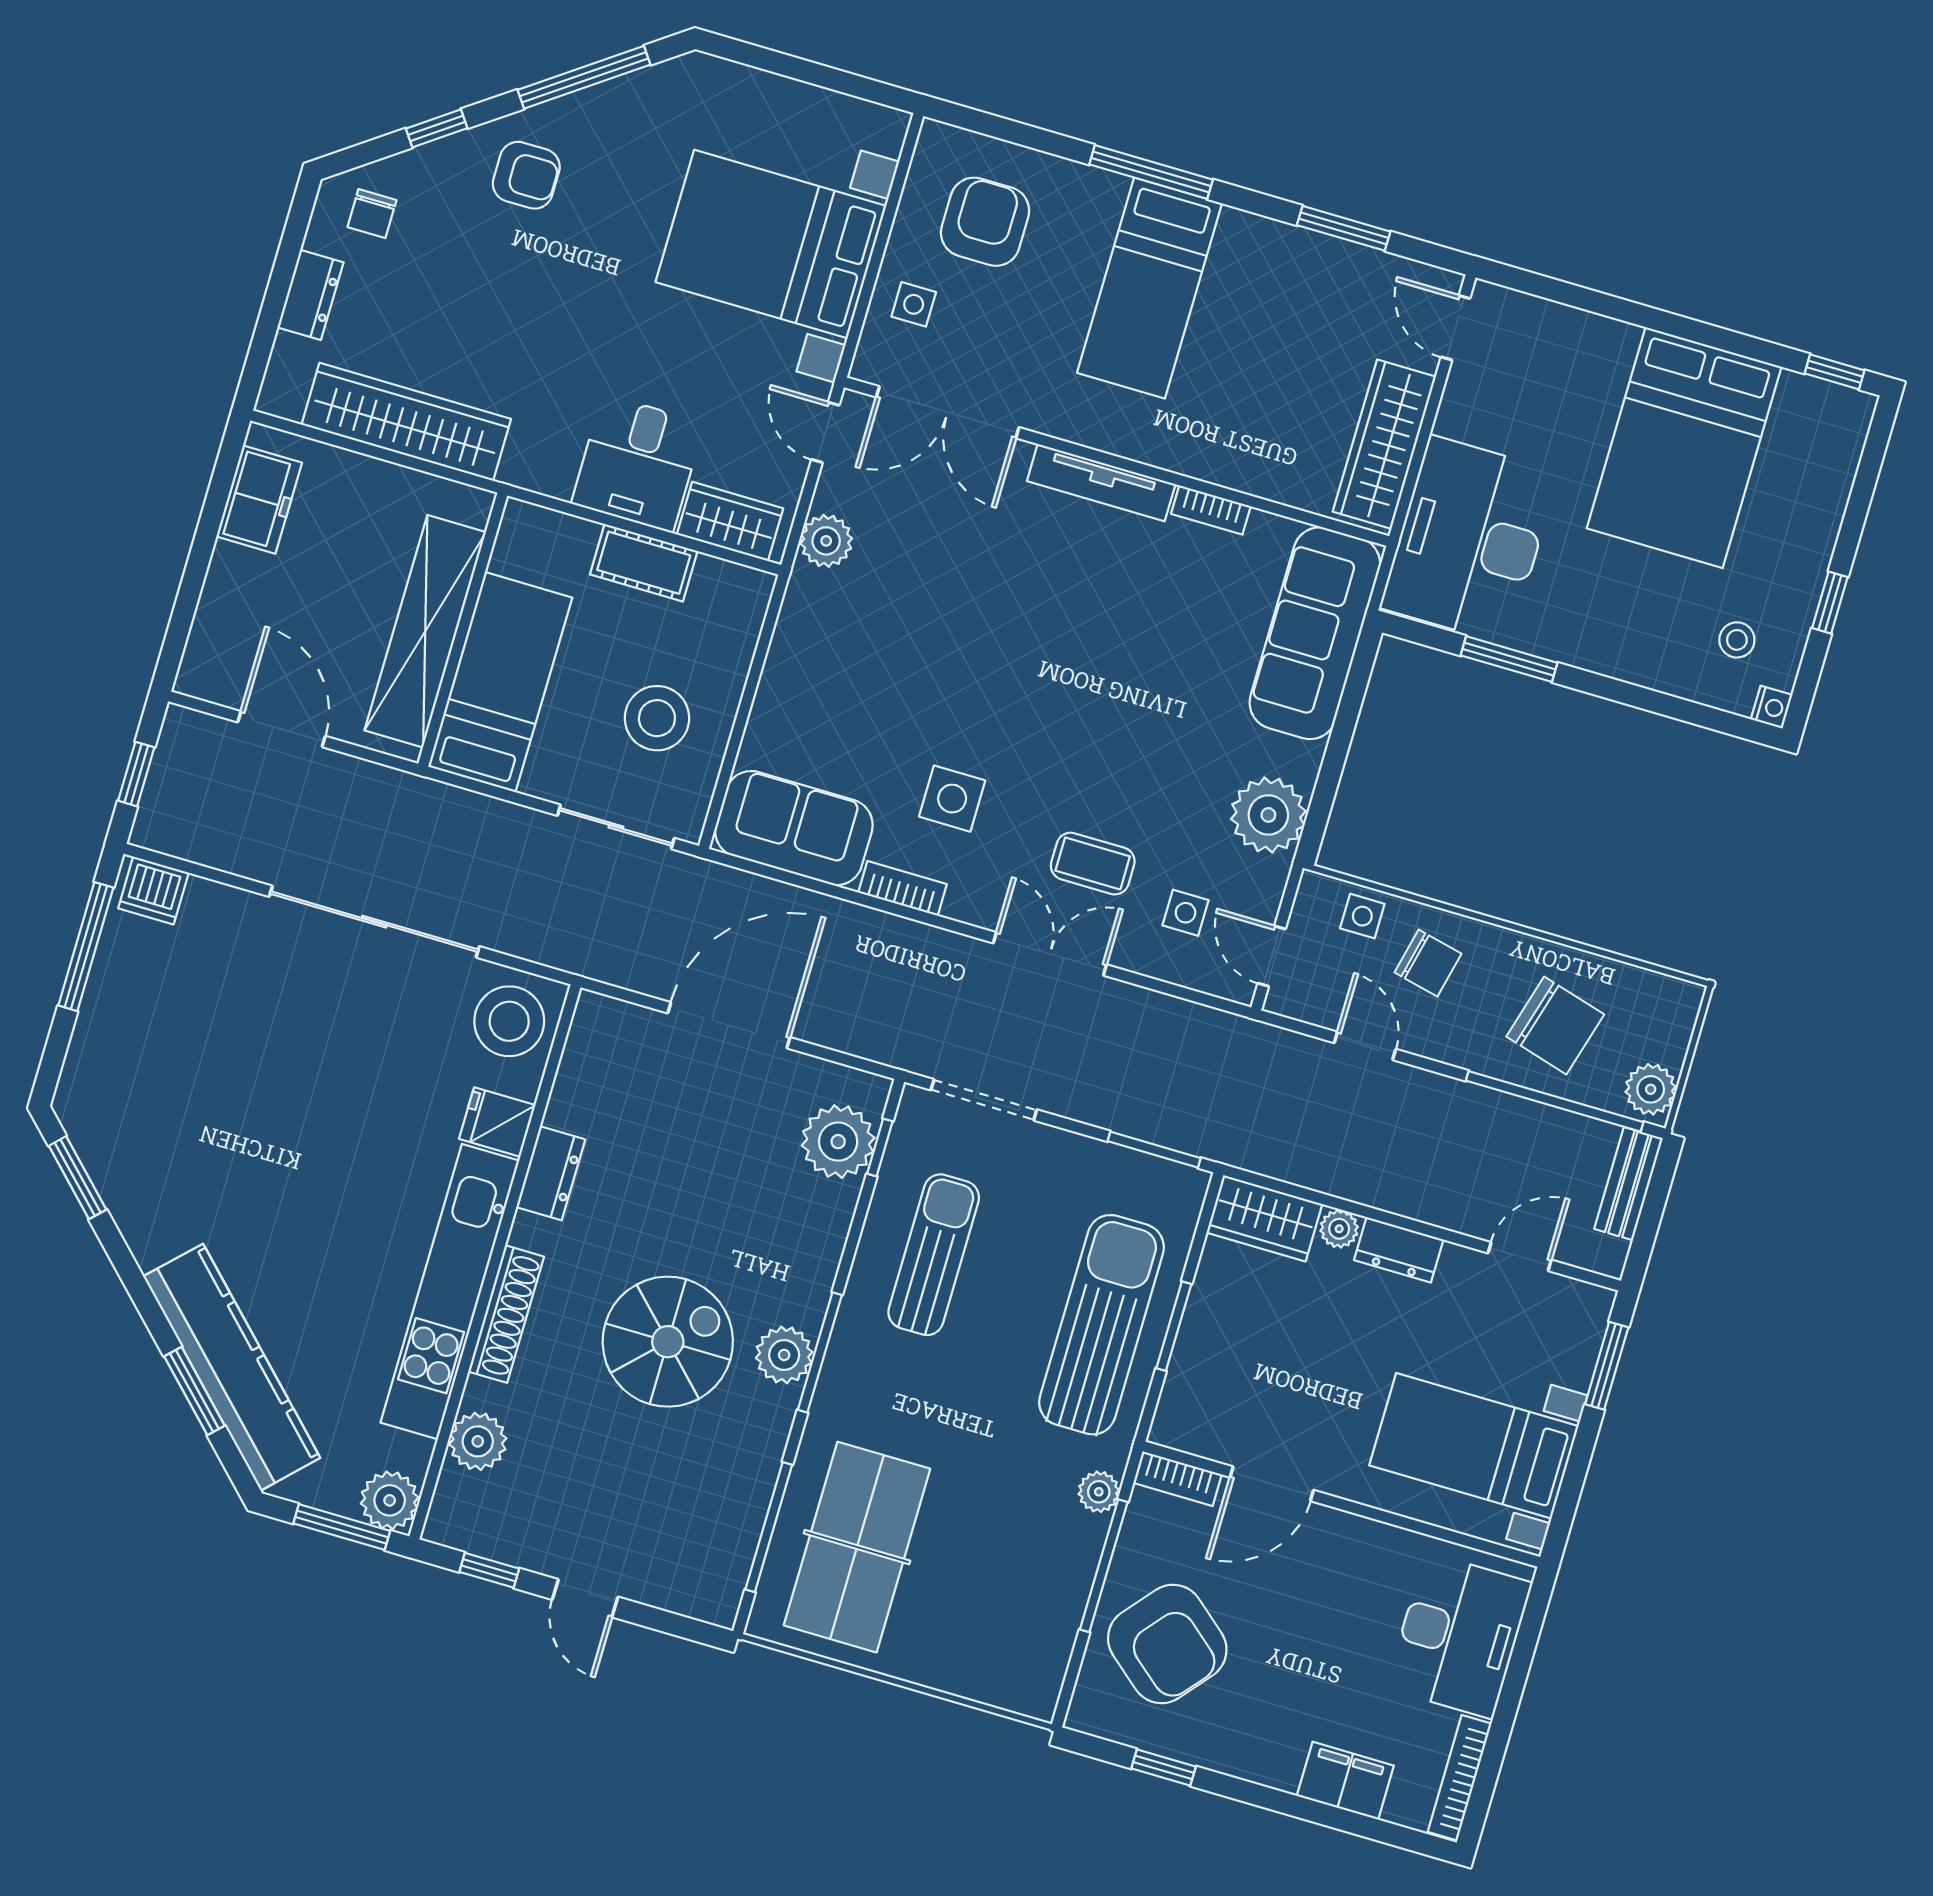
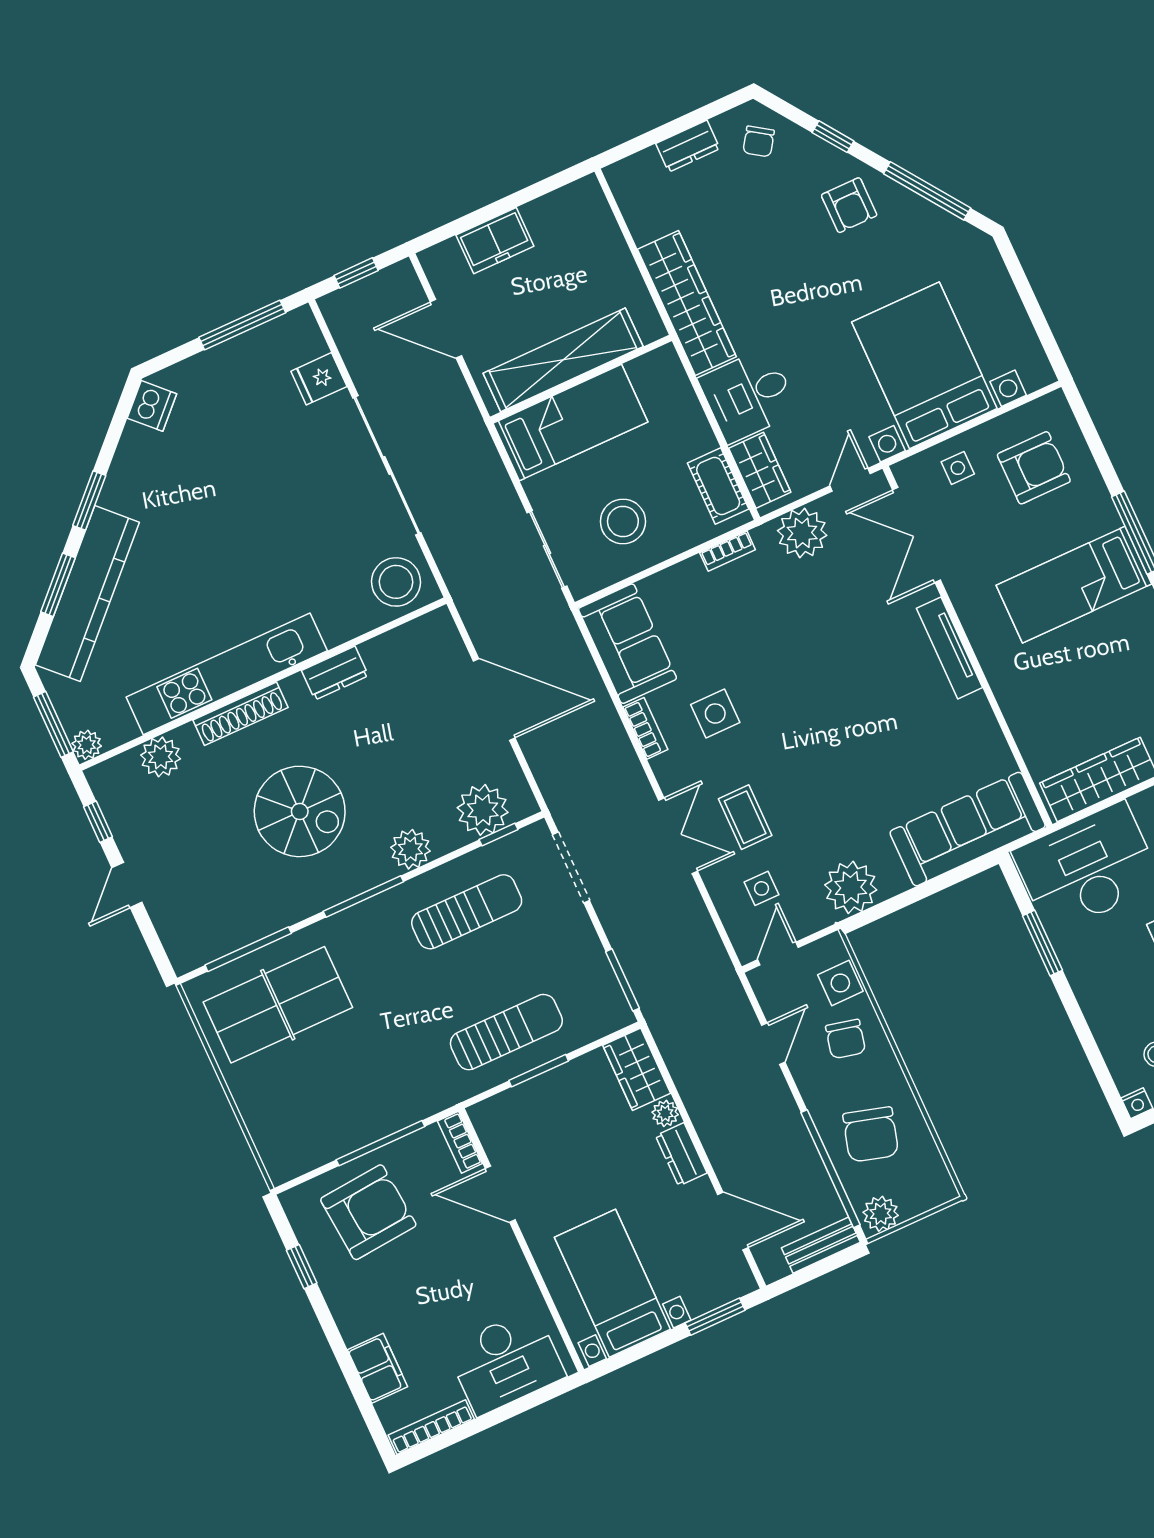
chair: (372, 214) -> (759, 141), turned -56
wardrobe: (406, 422) -> (687, 303), moved
freezer: (259, 500) -> (495, 241), moved
bookcase: (1211, 510) -> (728, 551), moved, turned -90
plant: (826, 541) -> (802, 533), width x1.36, depth x1.36
cot: (644, 563) -> (718, 486), moved
door: (281, 729) -> (446, 329), swing flipped
dishwasher: (153, 890) -> (152, 406), moved, turned -135
side table: (1362, 916) -> (840, 983), width x1.37, depth x1.37
fridge: (497, 1122) -> (319, 379), moved, turned -90
window: (78, 1178) -> (89, 501), moved
door: (1520, 1257) -> (733, 1221), width x1.38
sun lounger: (1102, 1325) -> (506, 1032), width x0.73, depth x0.75
plant: (784, 1355) -> (410, 849), moved
plant: (1099, 1492) -> (417, 1107), removed
plant: (390, 1500) -> (87, 745), width x0.73, depth x0.73
armchair: (1167, 1644) -> (368, 1212), turned -135

